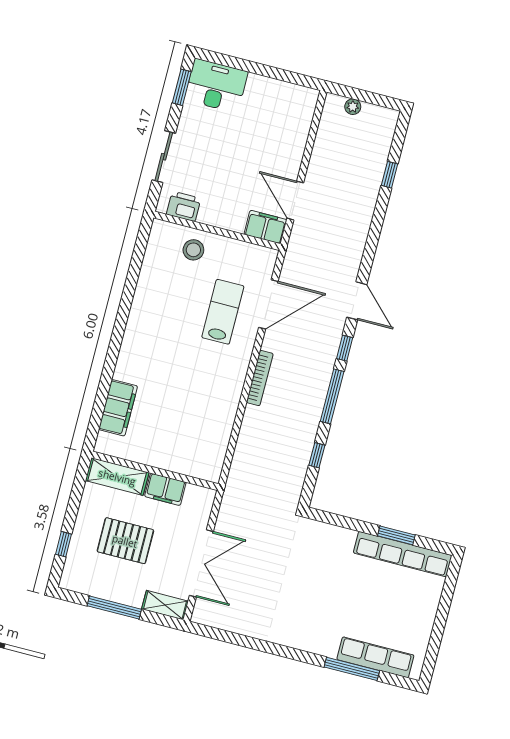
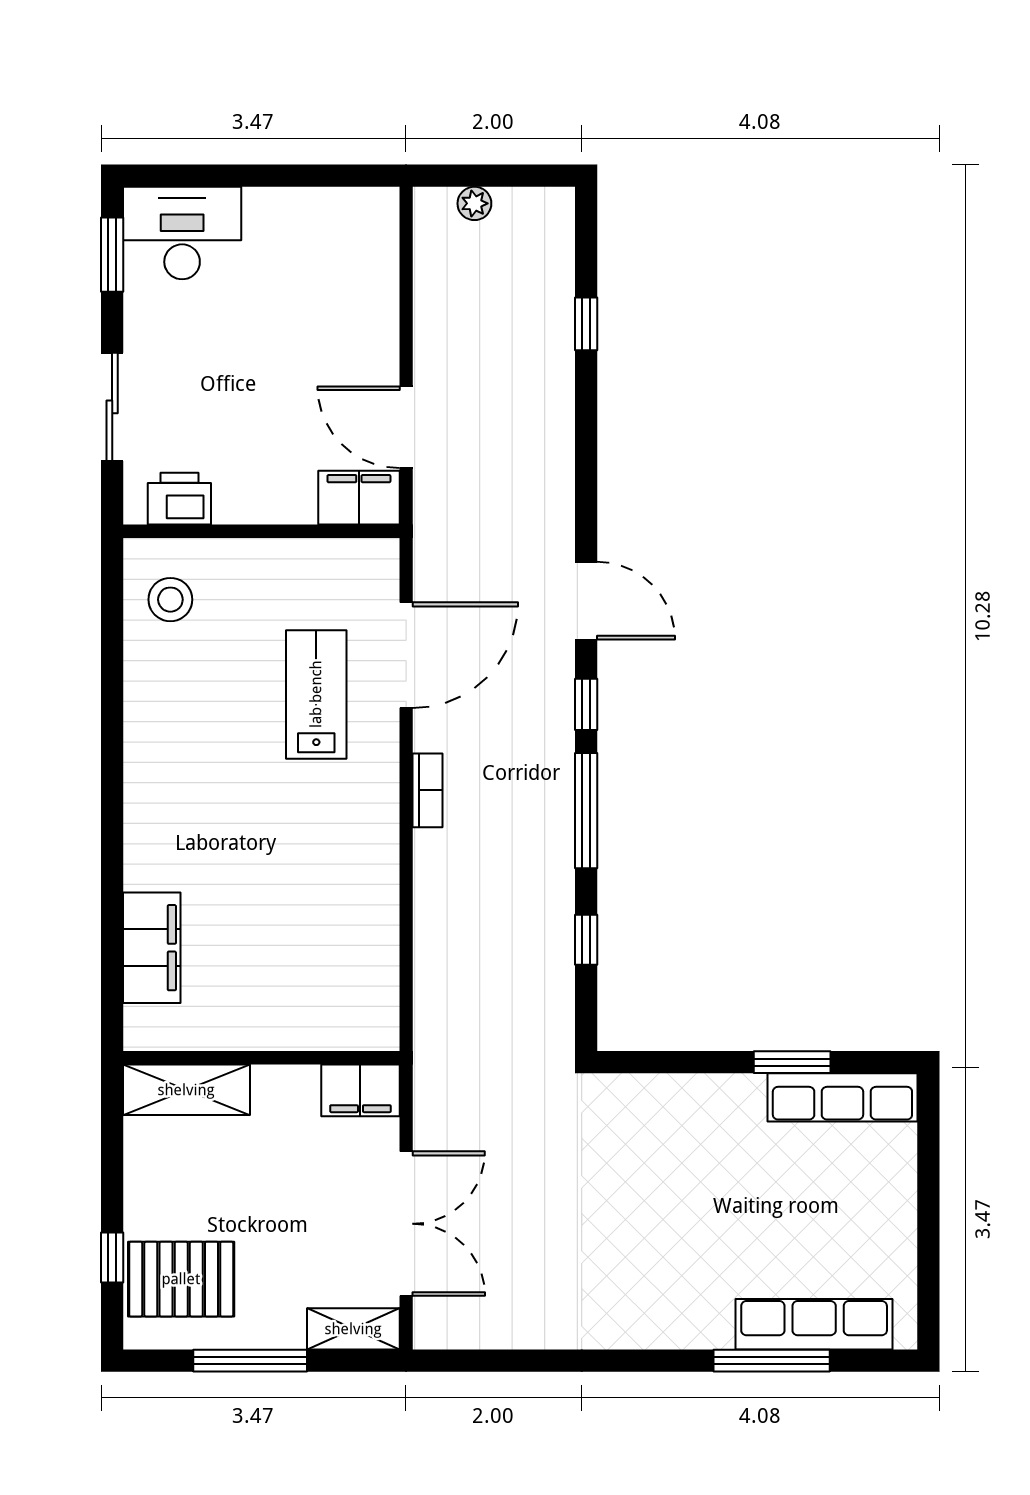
stool: (193, 250) -> (170, 600), moved
bookcase: (260, 378) -> (427, 790), width x0.64
filing cabinet: (165, 489) -> (360, 1090), moved
pallet: (125, 541) -> (181, 1279), moved
row of seats: (403, 554) -> (842, 1097), width x0.73

